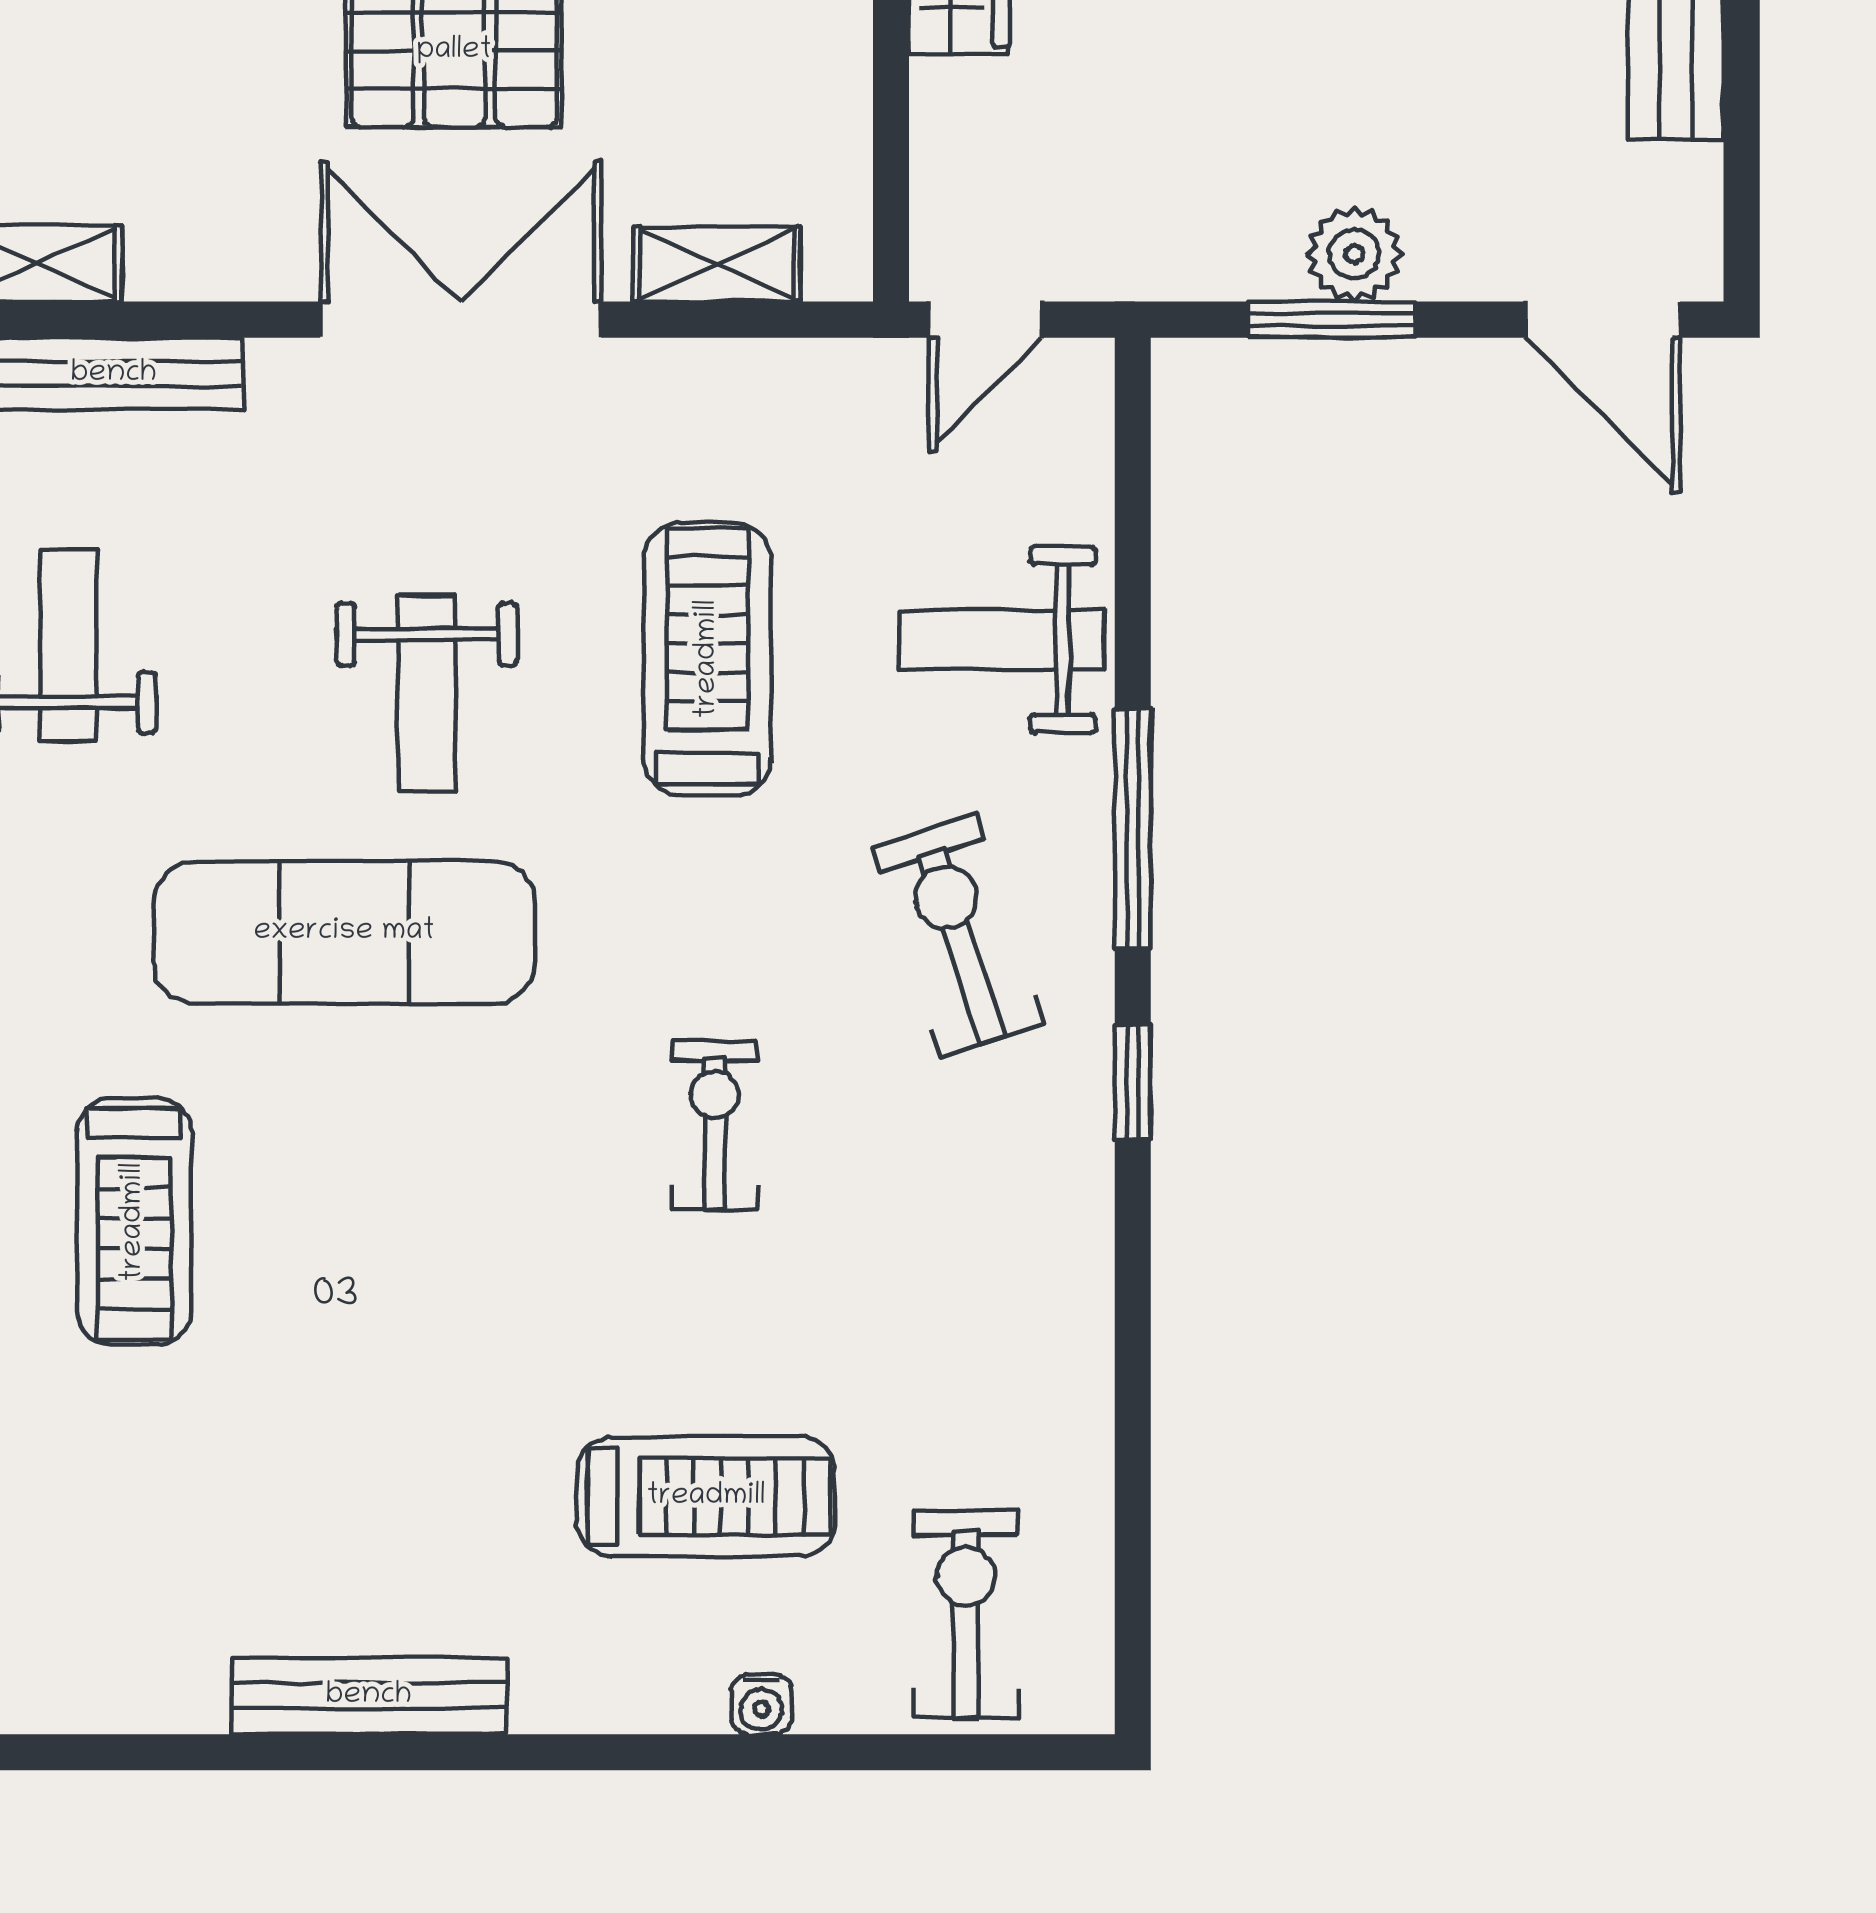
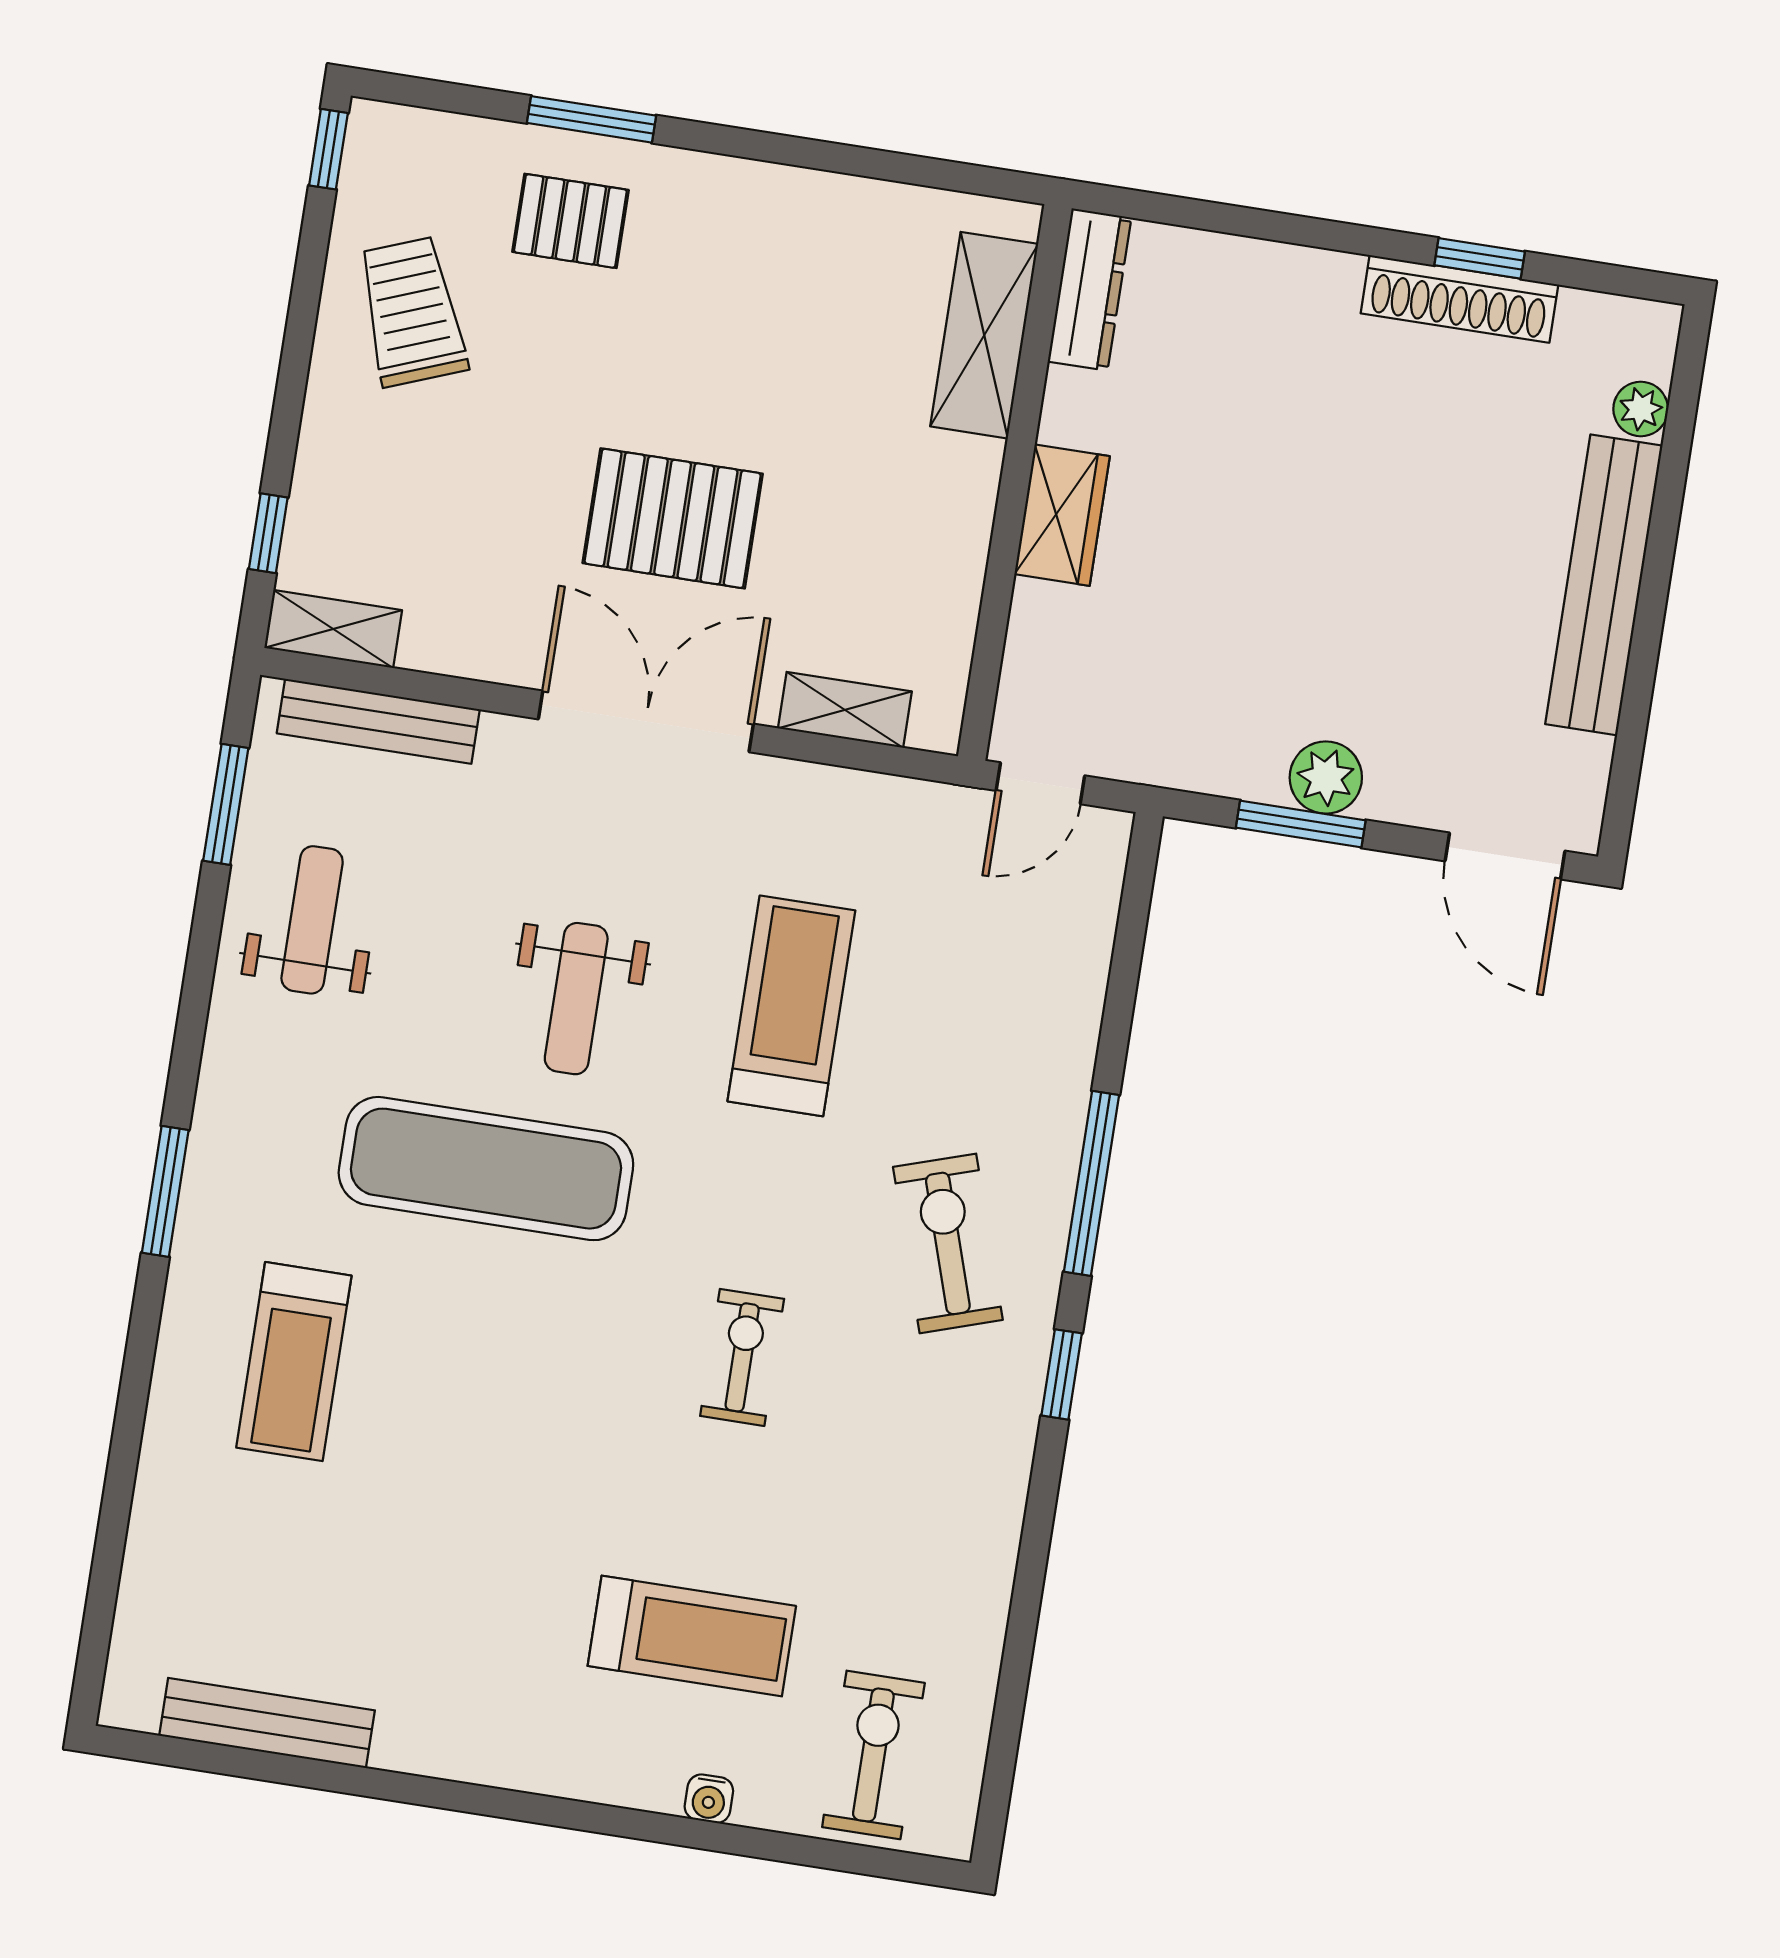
weight bench: (1002, 640) -> (1015, 1026), removed
bench: (369, 1696) -> (267, 1723), moved

